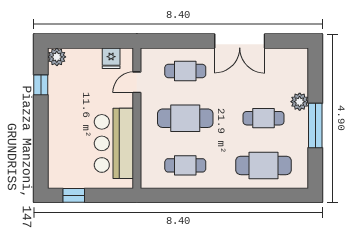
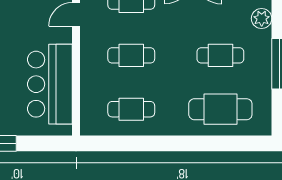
plant: (300, 102) -> (262, 19), moved
cafe table: (185, 118) -> (131, 55), width x0.73, depth x0.74

